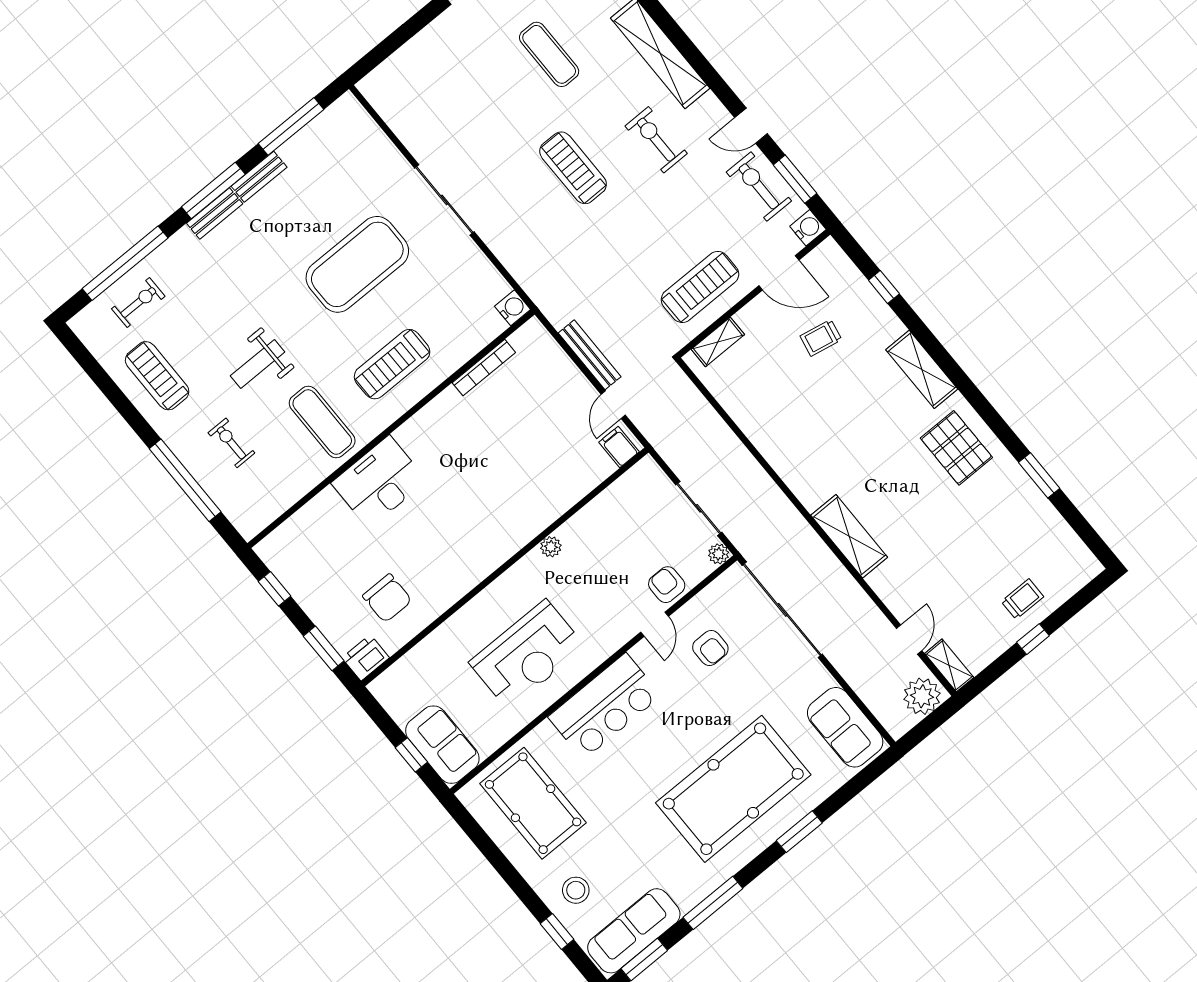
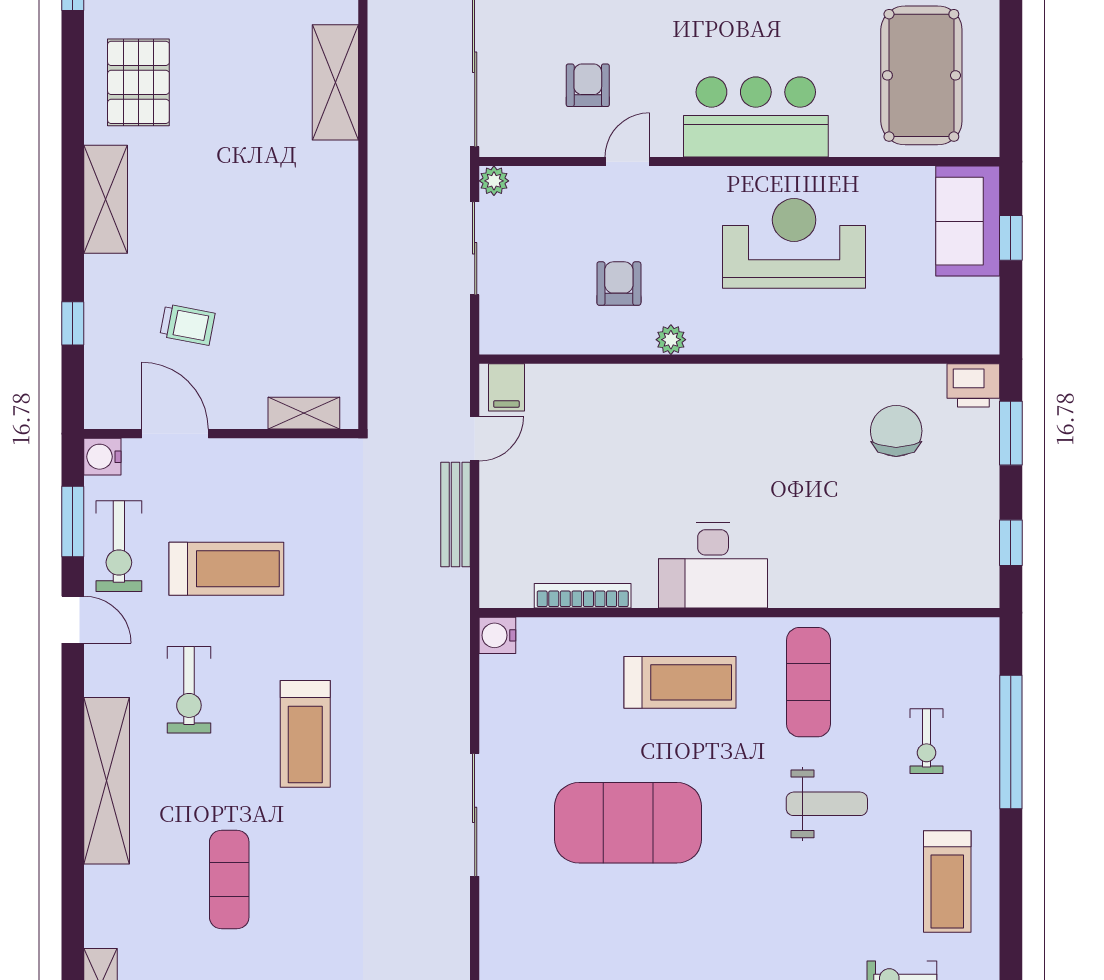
treadmill: (700, 287) -> (226, 569), moved, turned 180
desk: (379, 482) -> (713, 565), moved
armchair: (667, 585) -> (619, 284), moved, turned 180

